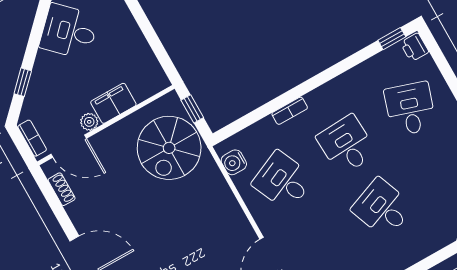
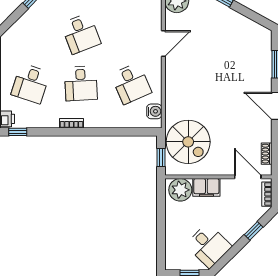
bookcase: (290, 111) -> (71, 123), moved
plant: (89, 122) -> (180, 190), moved, width x1.88, depth x1.88
spiral stairs: (169, 148) -> (188, 142), turned 90

